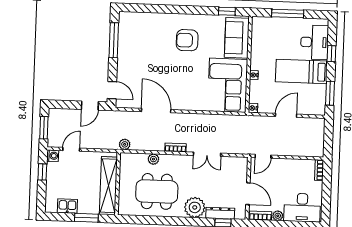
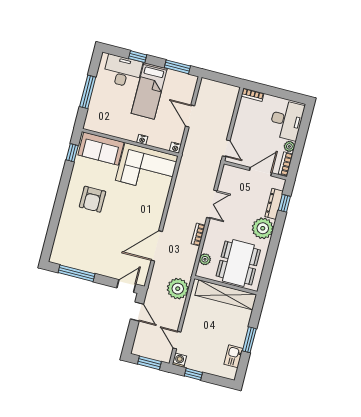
plant: (125, 144) -> (178, 289), width x1.88, depth x1.88
wall: (118, 184) -> (226, 285), moved
shelving: (108, 186) -> (226, 295), moved

